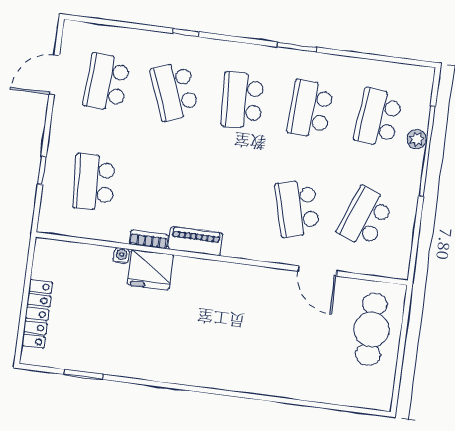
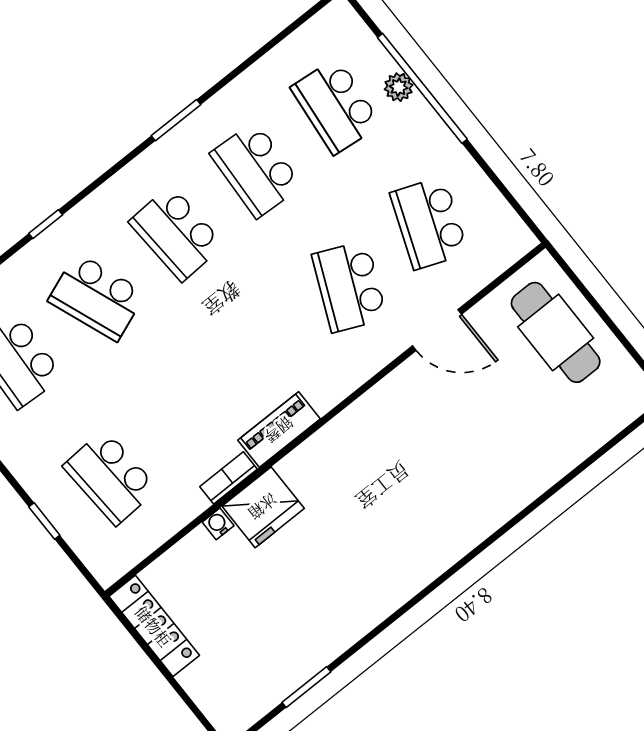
school desk: (297, 208) -> (349, 287), turned 39
locker: (37, 314) -> (154, 626), moved

